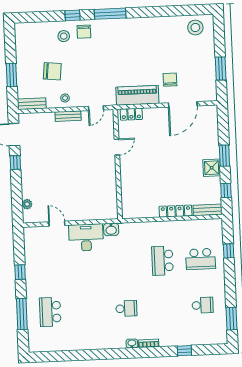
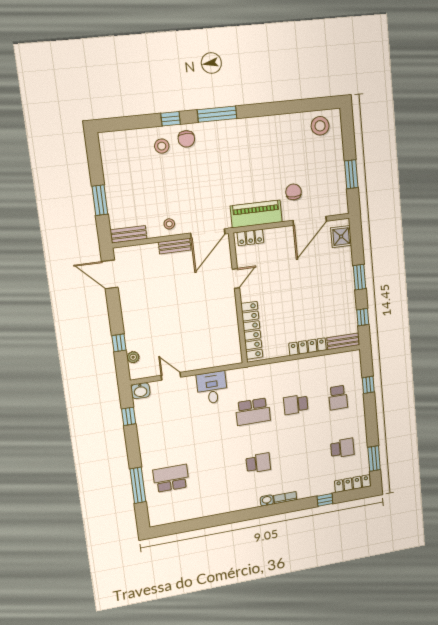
chair: (52, 71) -> (151, 192), removed
door: (96, 108) -> (208, 233), width x1.88
window: (15, 163) -> (119, 343), moved
shower: (212, 168) -> (341, 237), moved
locker: (128, 192) -> (252, 330), added
washbasin: (111, 229) -> (140, 391), moved
desk: (86, 238) -> (212, 388), width x0.73
school desk: (201, 259) -> (338, 398), width x0.54
school desk: (162, 261) -> (296, 405), width x0.54
school desk: (124, 262) -> (253, 412), added
window: (20, 272) -> (129, 416), moved
school desk: (50, 312) -> (171, 478), turned 90
locker: (211, 339) -> (353, 484), added

